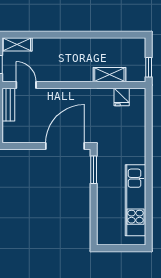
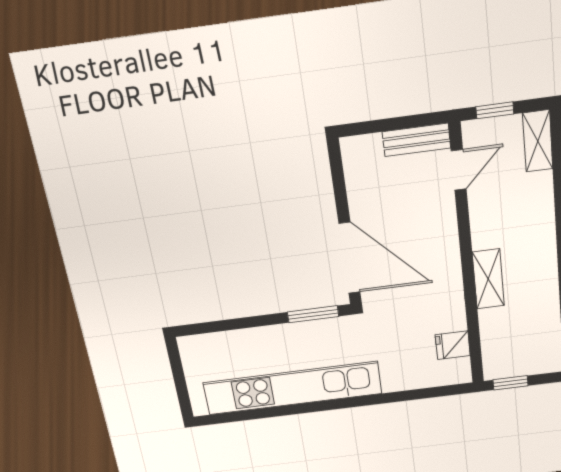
shelving: (109, 75) -> (488, 279), moved
kitchen unit: (135, 200) -> (293, 388), width x1.36

